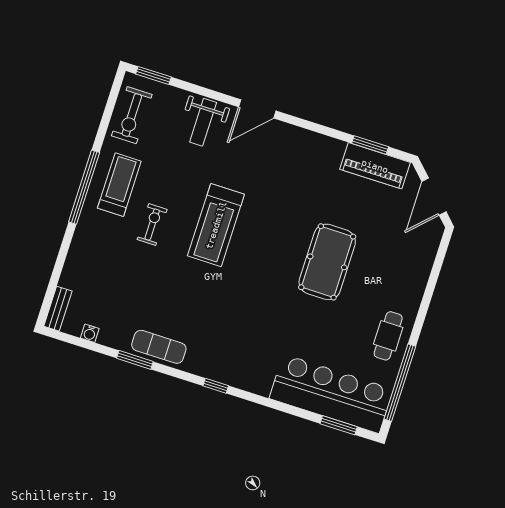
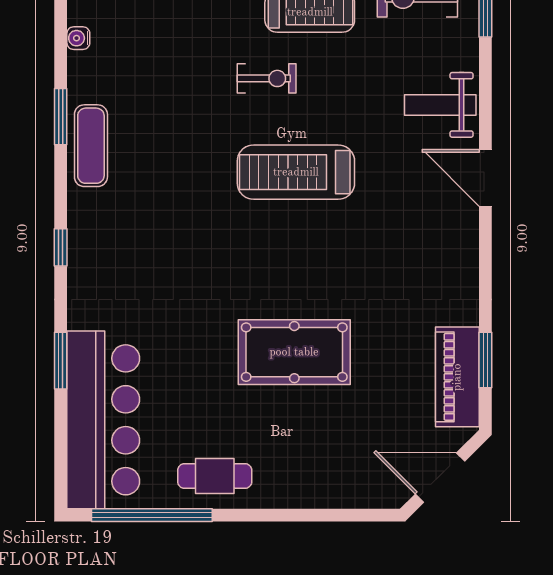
window: (339, 425) -> (61, 361), moved

